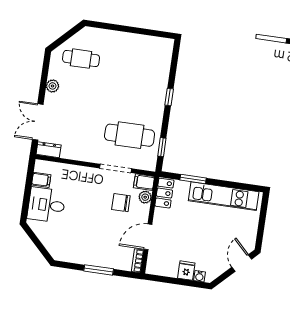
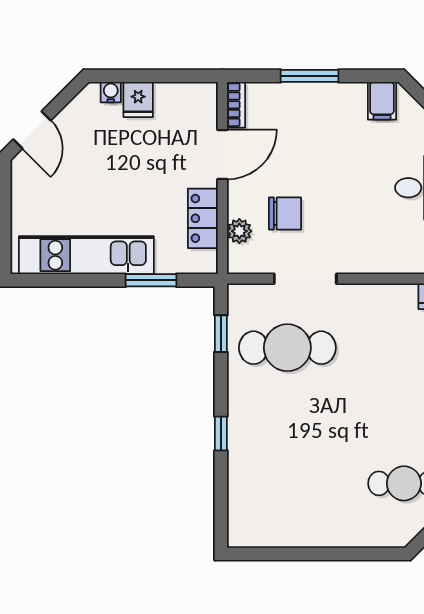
filing cabinet: (144, 182) -> (382, 101), moved, turned 90
locker: (164, 193) -> (203, 218), moved

